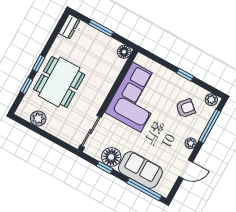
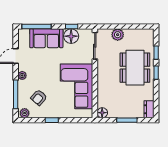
plant: (38, 119) -> (118, 35), moved

